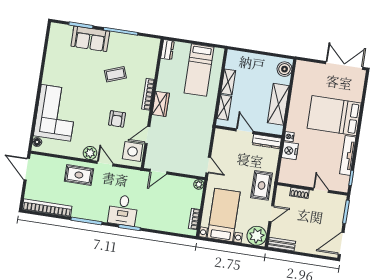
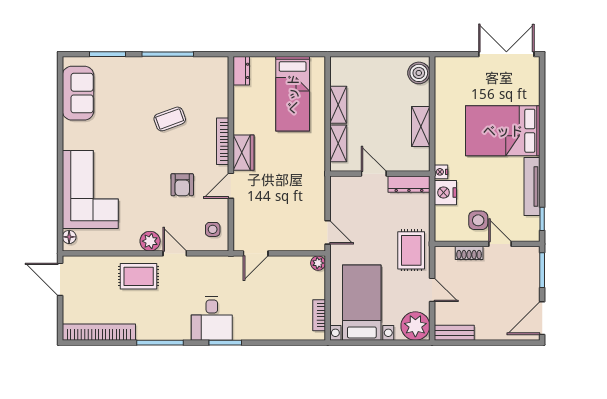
sofa: (90, 39) -> (78, 93), moved, turned -90
shelving: (278, 104) -> (421, 126), width x0.67, depth x0.75
door: (147, 135) -> (231, 186), moved
side table: (133, 152) -> (213, 229), width x0.54, depth x0.54
side table: (309, 172) -> (478, 220), added
door: (271, 214) -> (432, 290), hinge flipped

